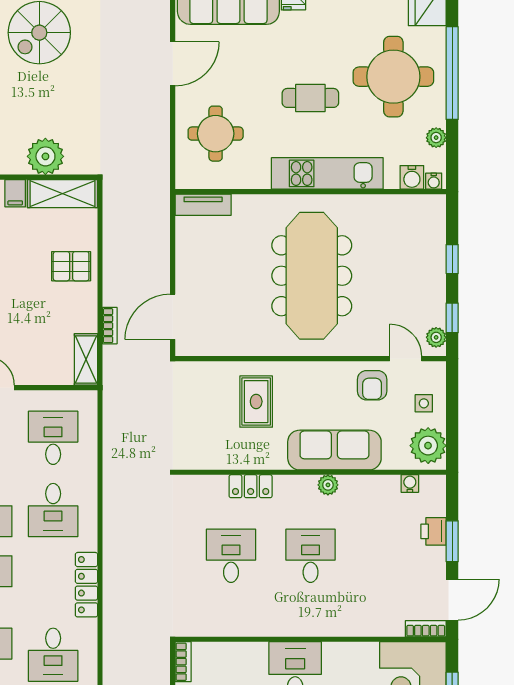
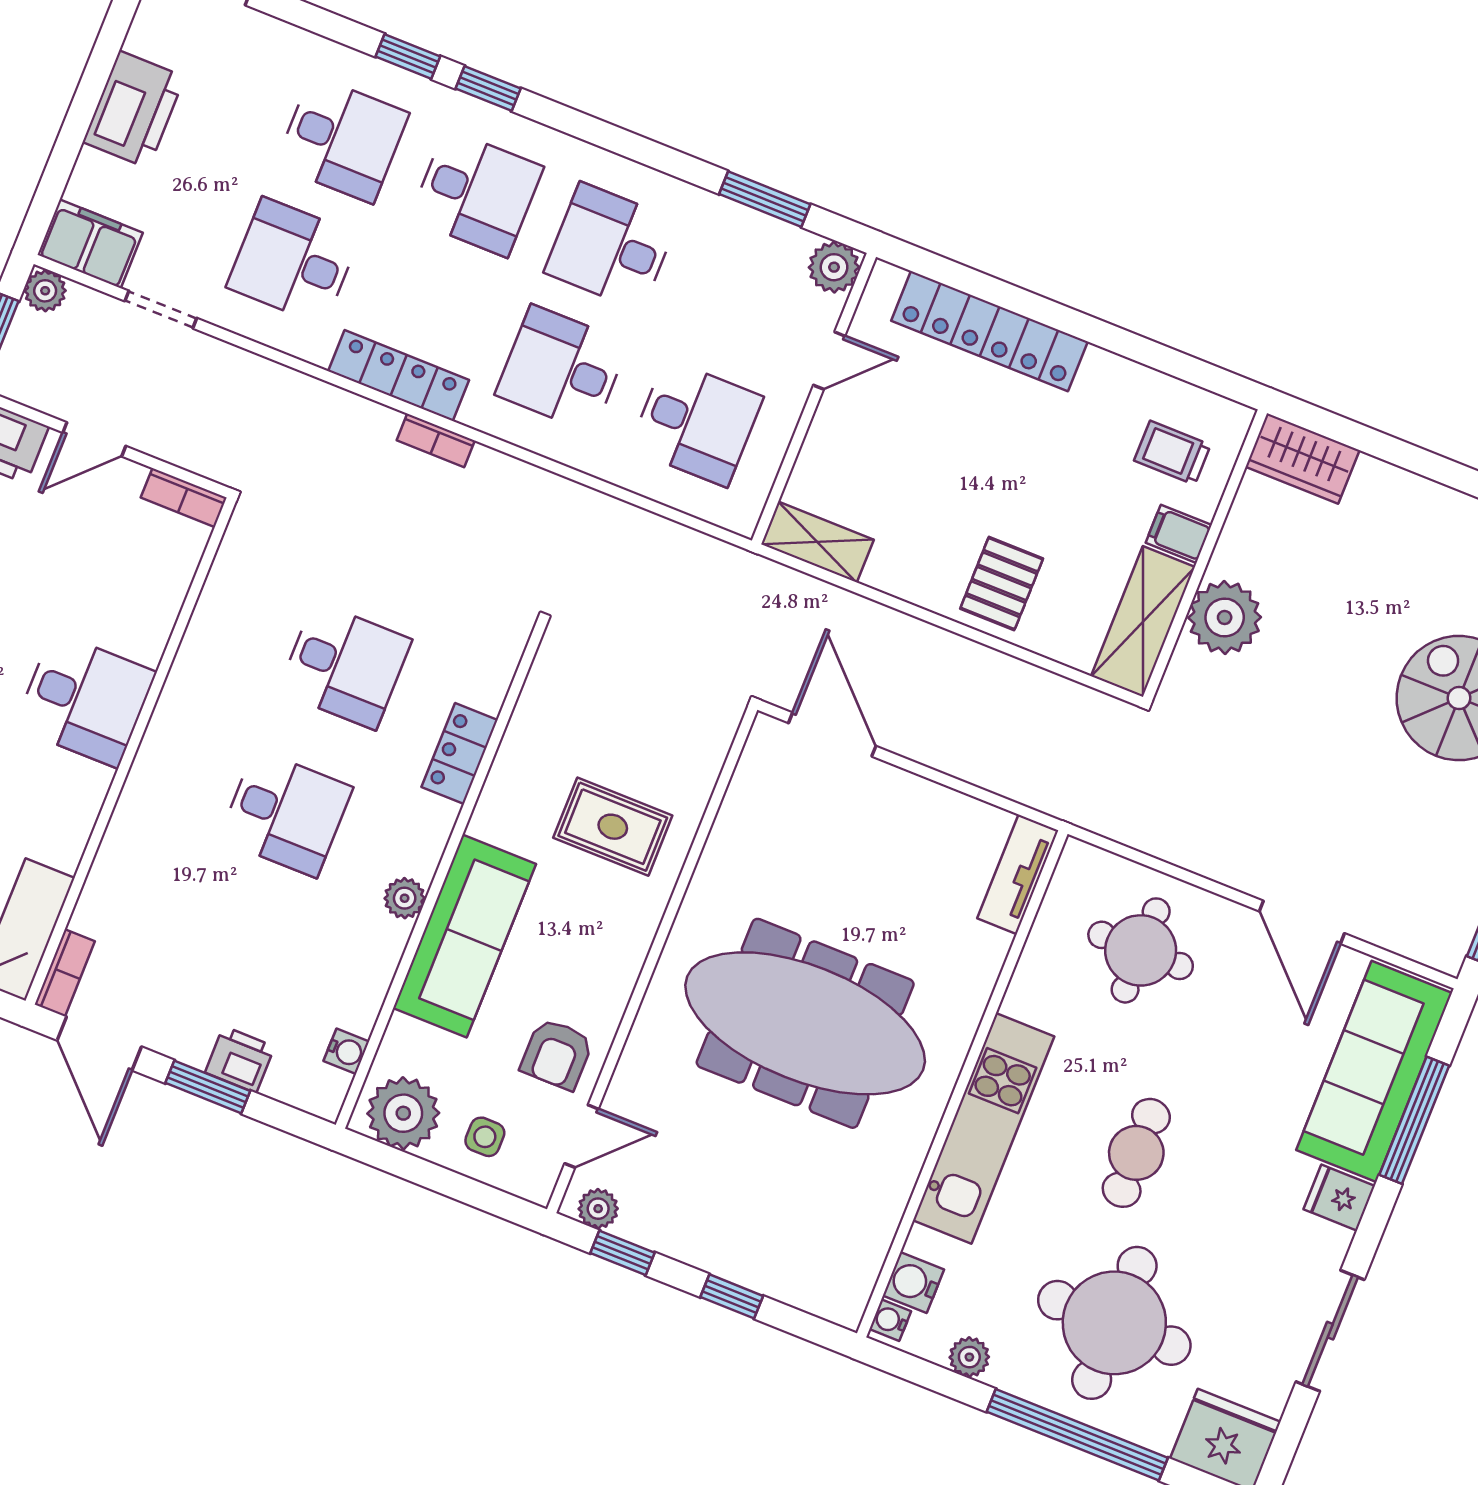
bookcase: (110, 326) -> (436, 440), moved
armchair: (372, 385) -> (557, 1054), turned -90

